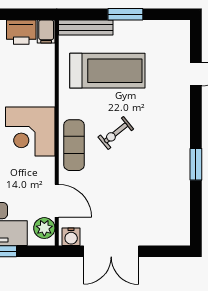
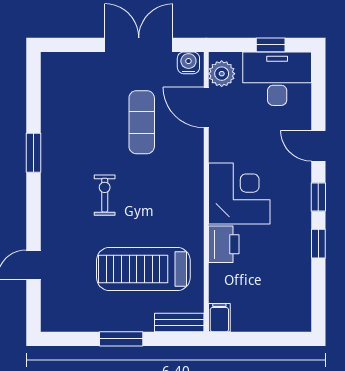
bench: (86, 28) -> (179, 323), width x0.73
printer: (21, 32) -> (224, 244), moved, turned 90
exercise bike: (116, 133) -> (105, 195), moved, turned -51
exercise mat: (74, 145) -> (142, 122), moved

